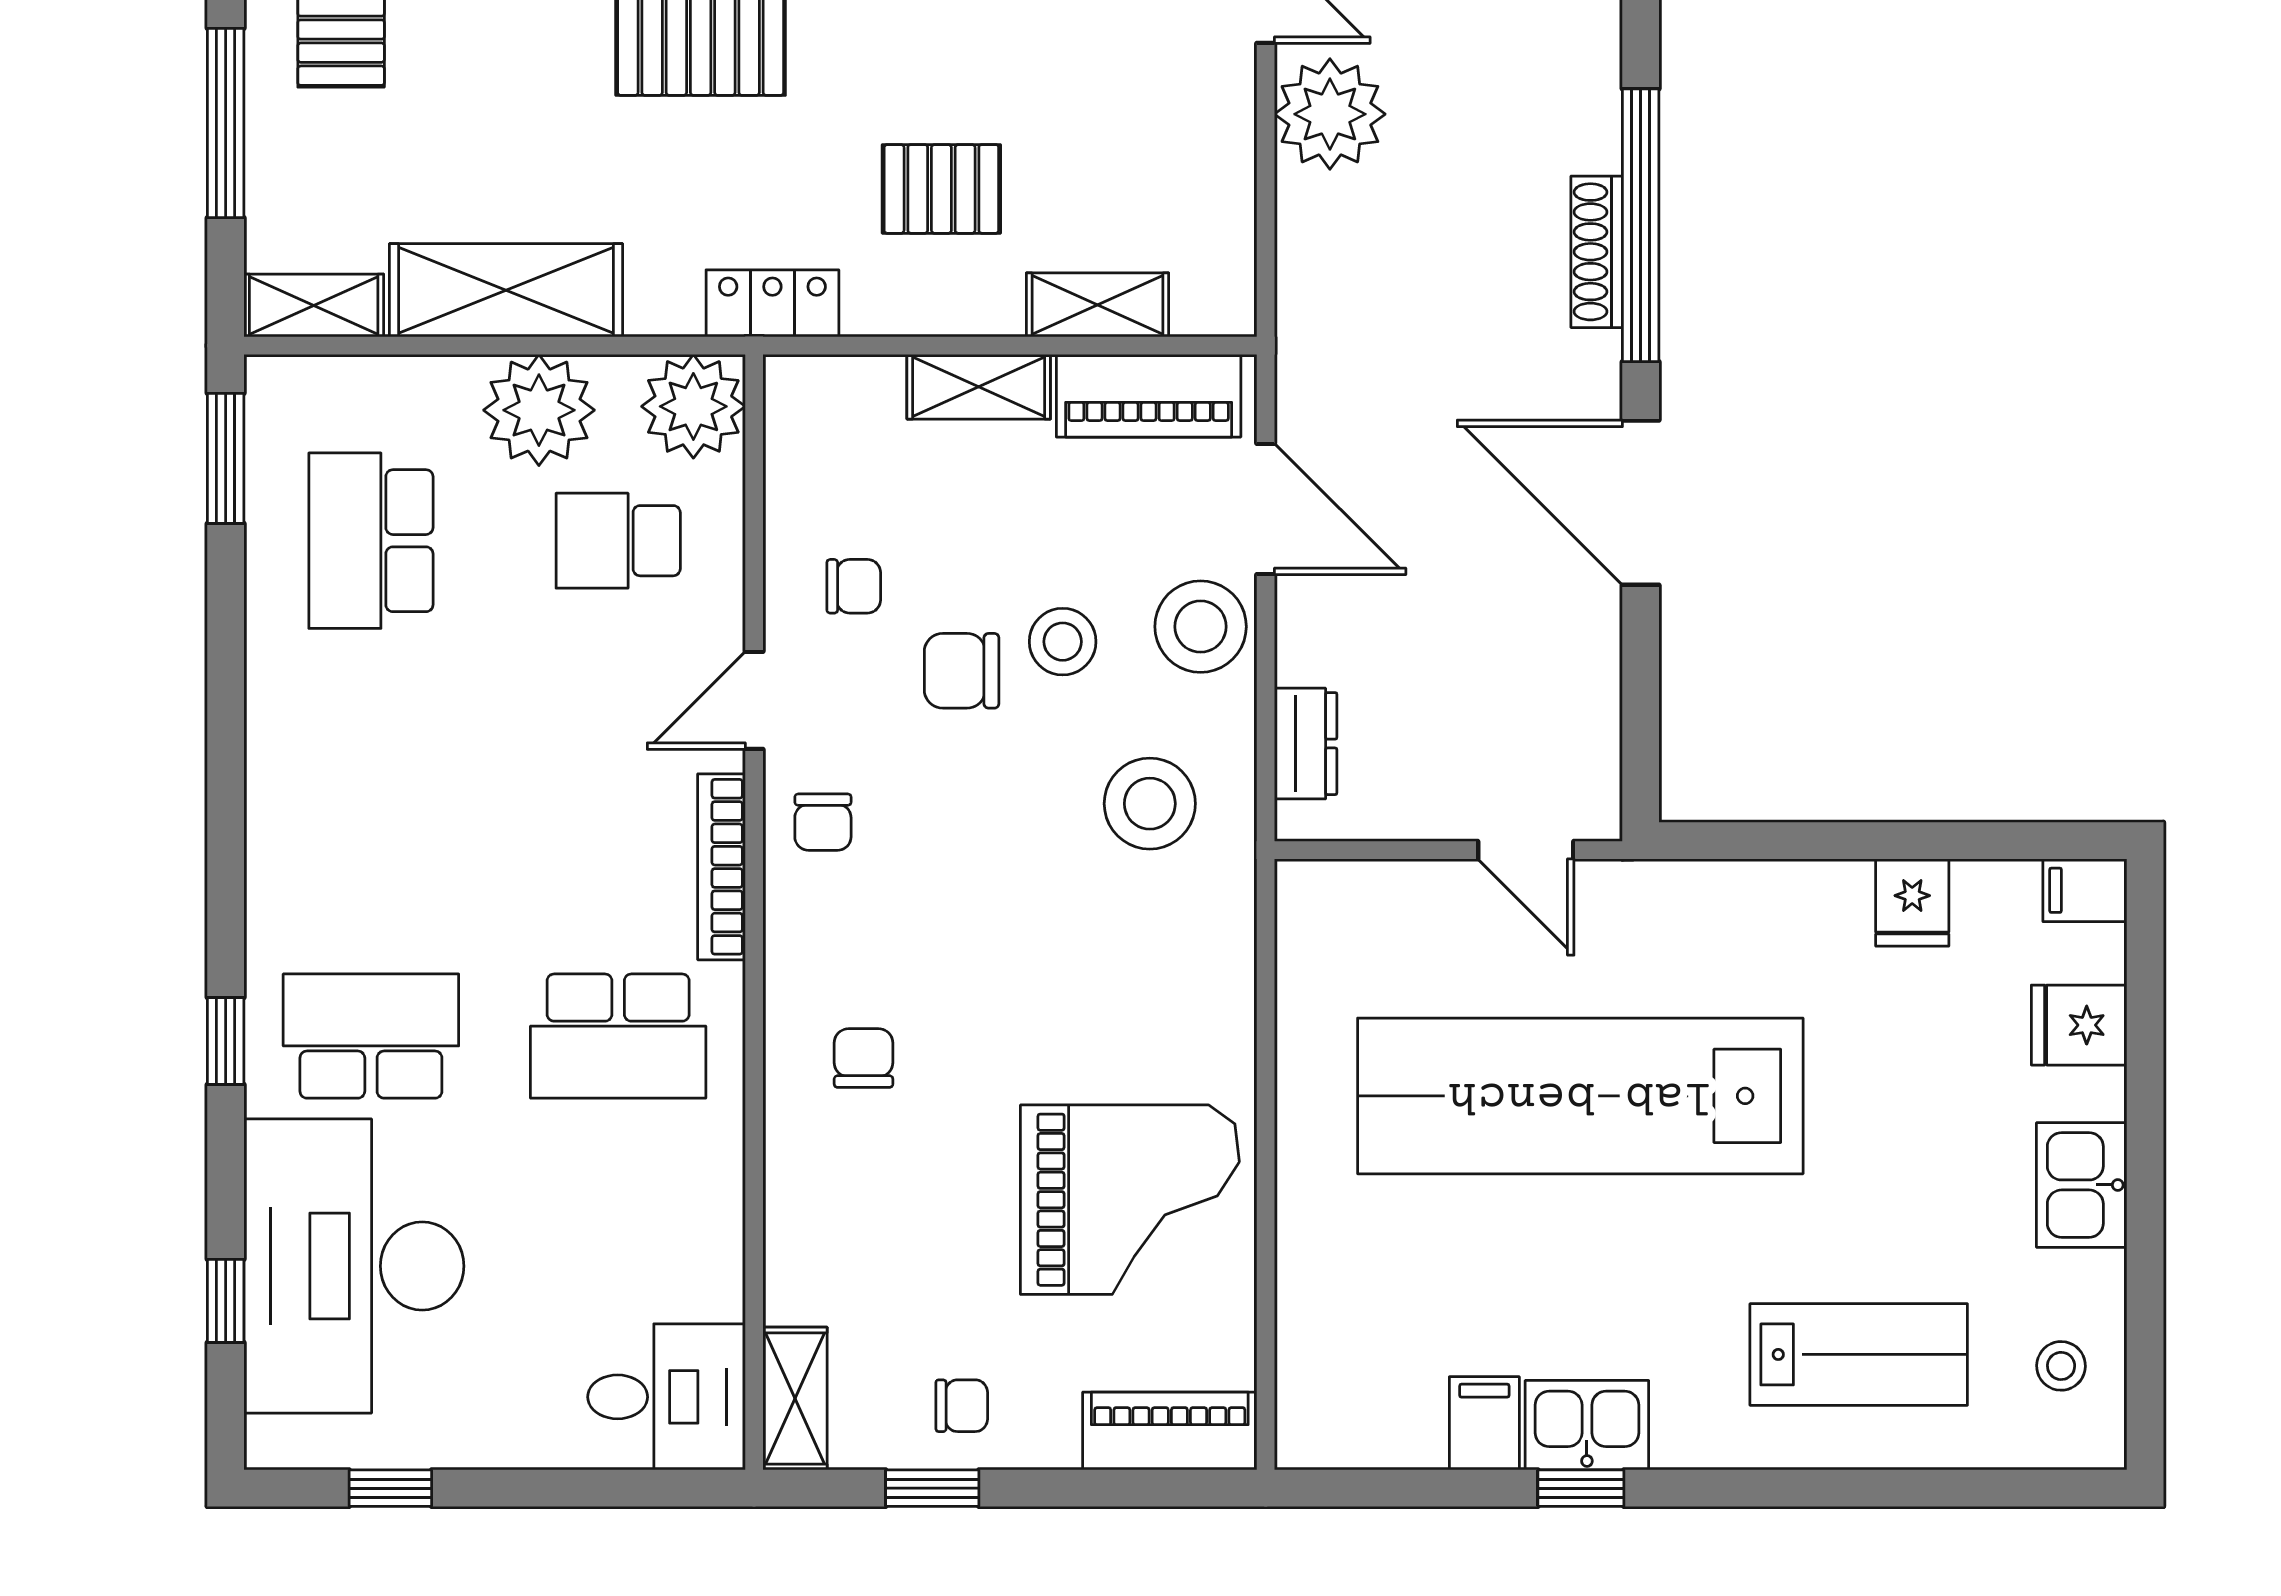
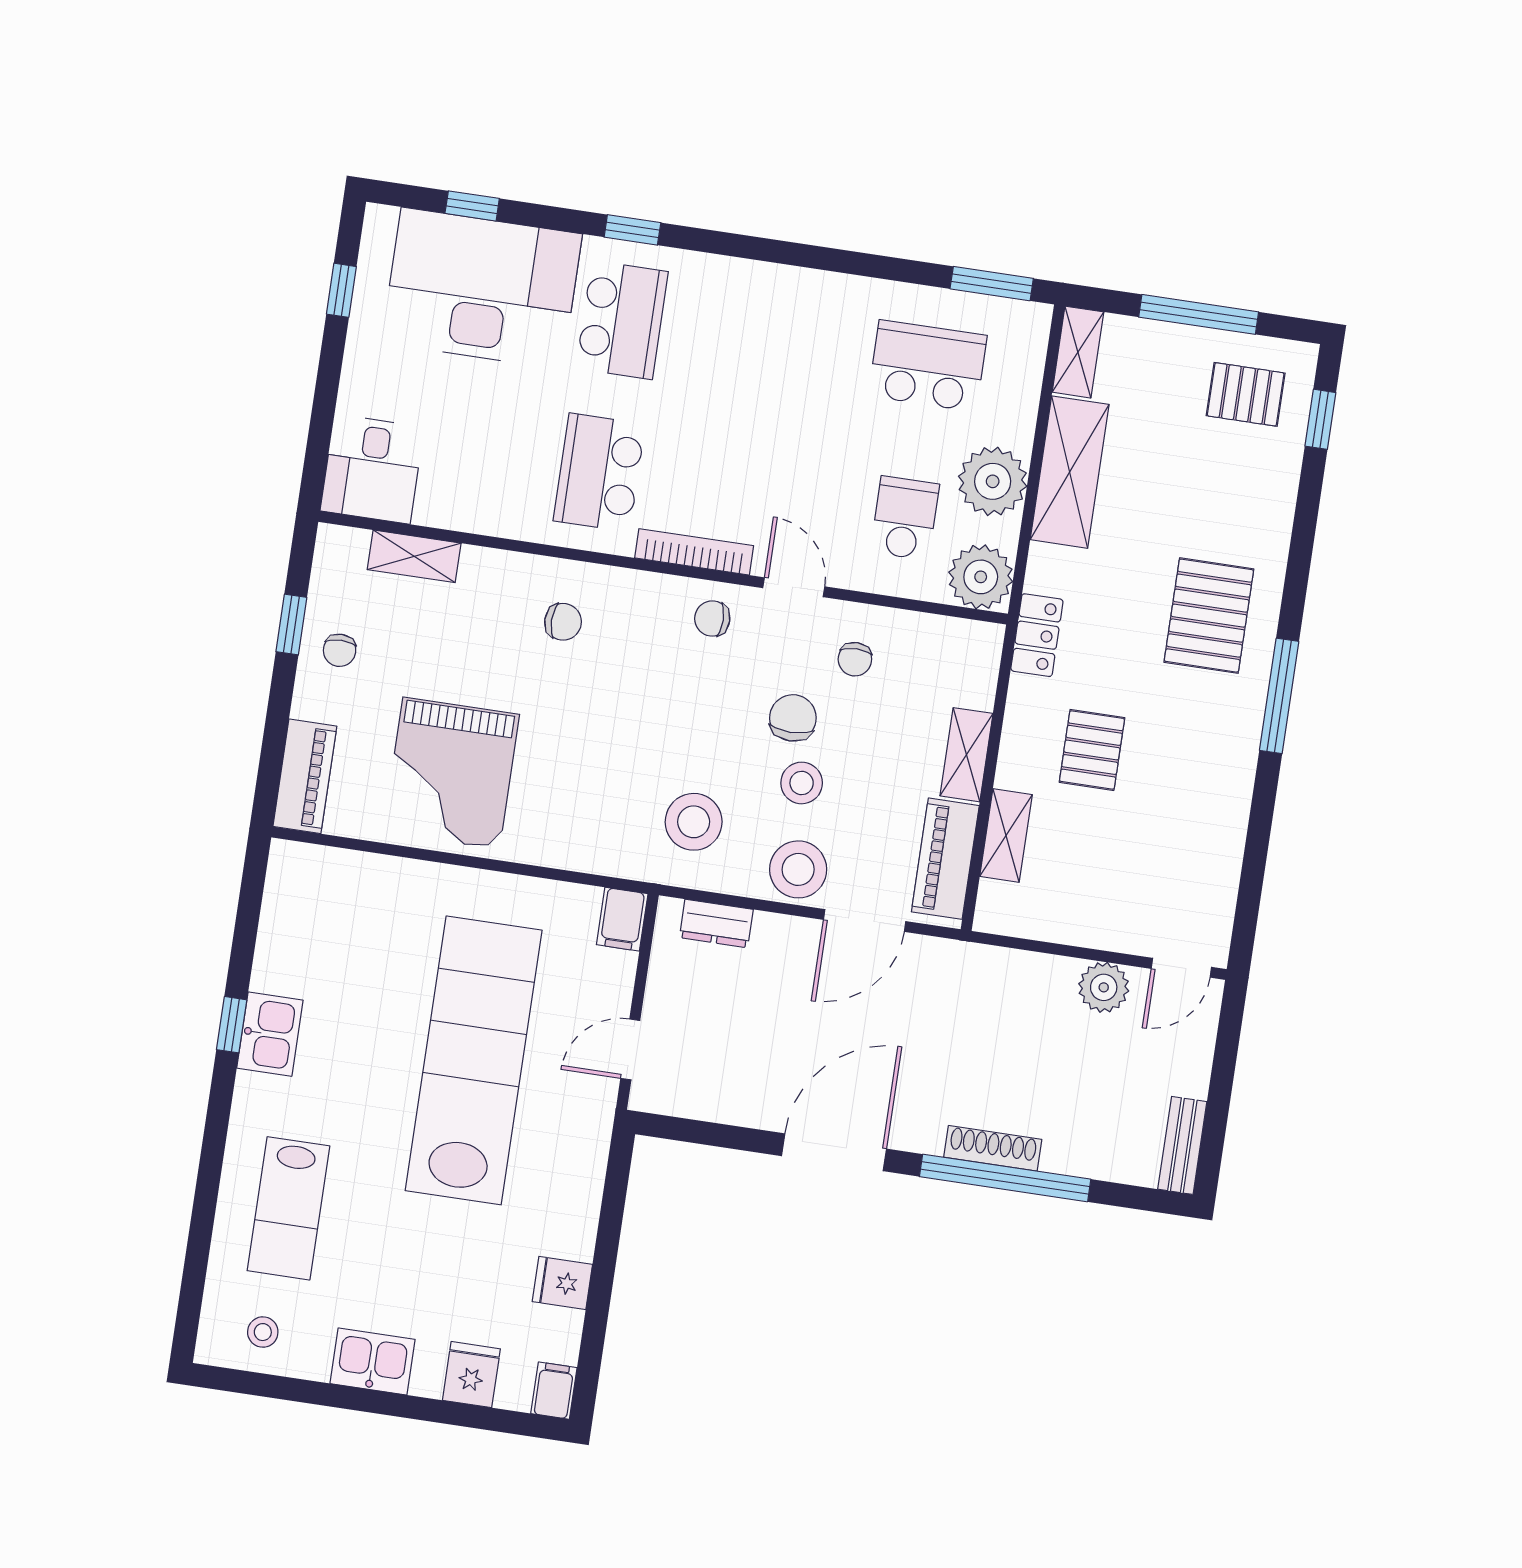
plant: (1330, 114) -> (1104, 987), width x0.73, depth x0.73
shelving: (795, 1399) -> (414, 556), moved
filing cabinet: (1484, 1423) -> (622, 919), moved, turned 90

